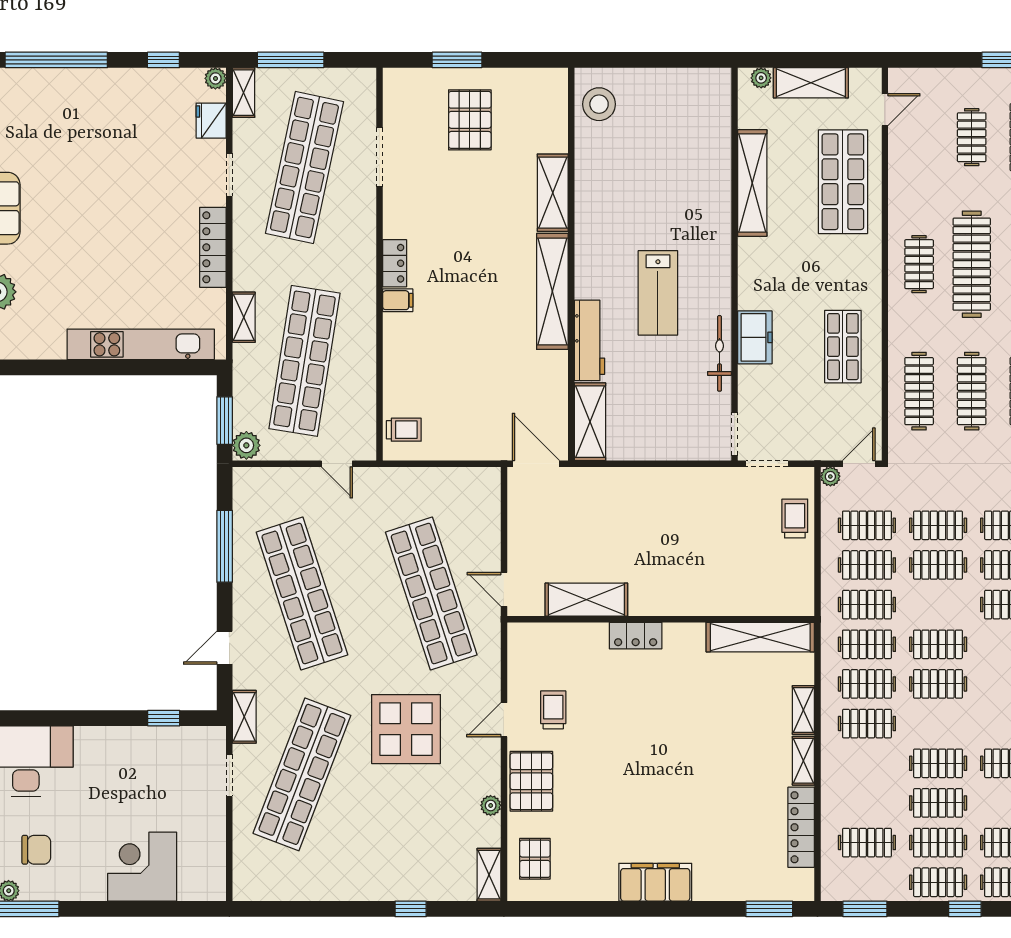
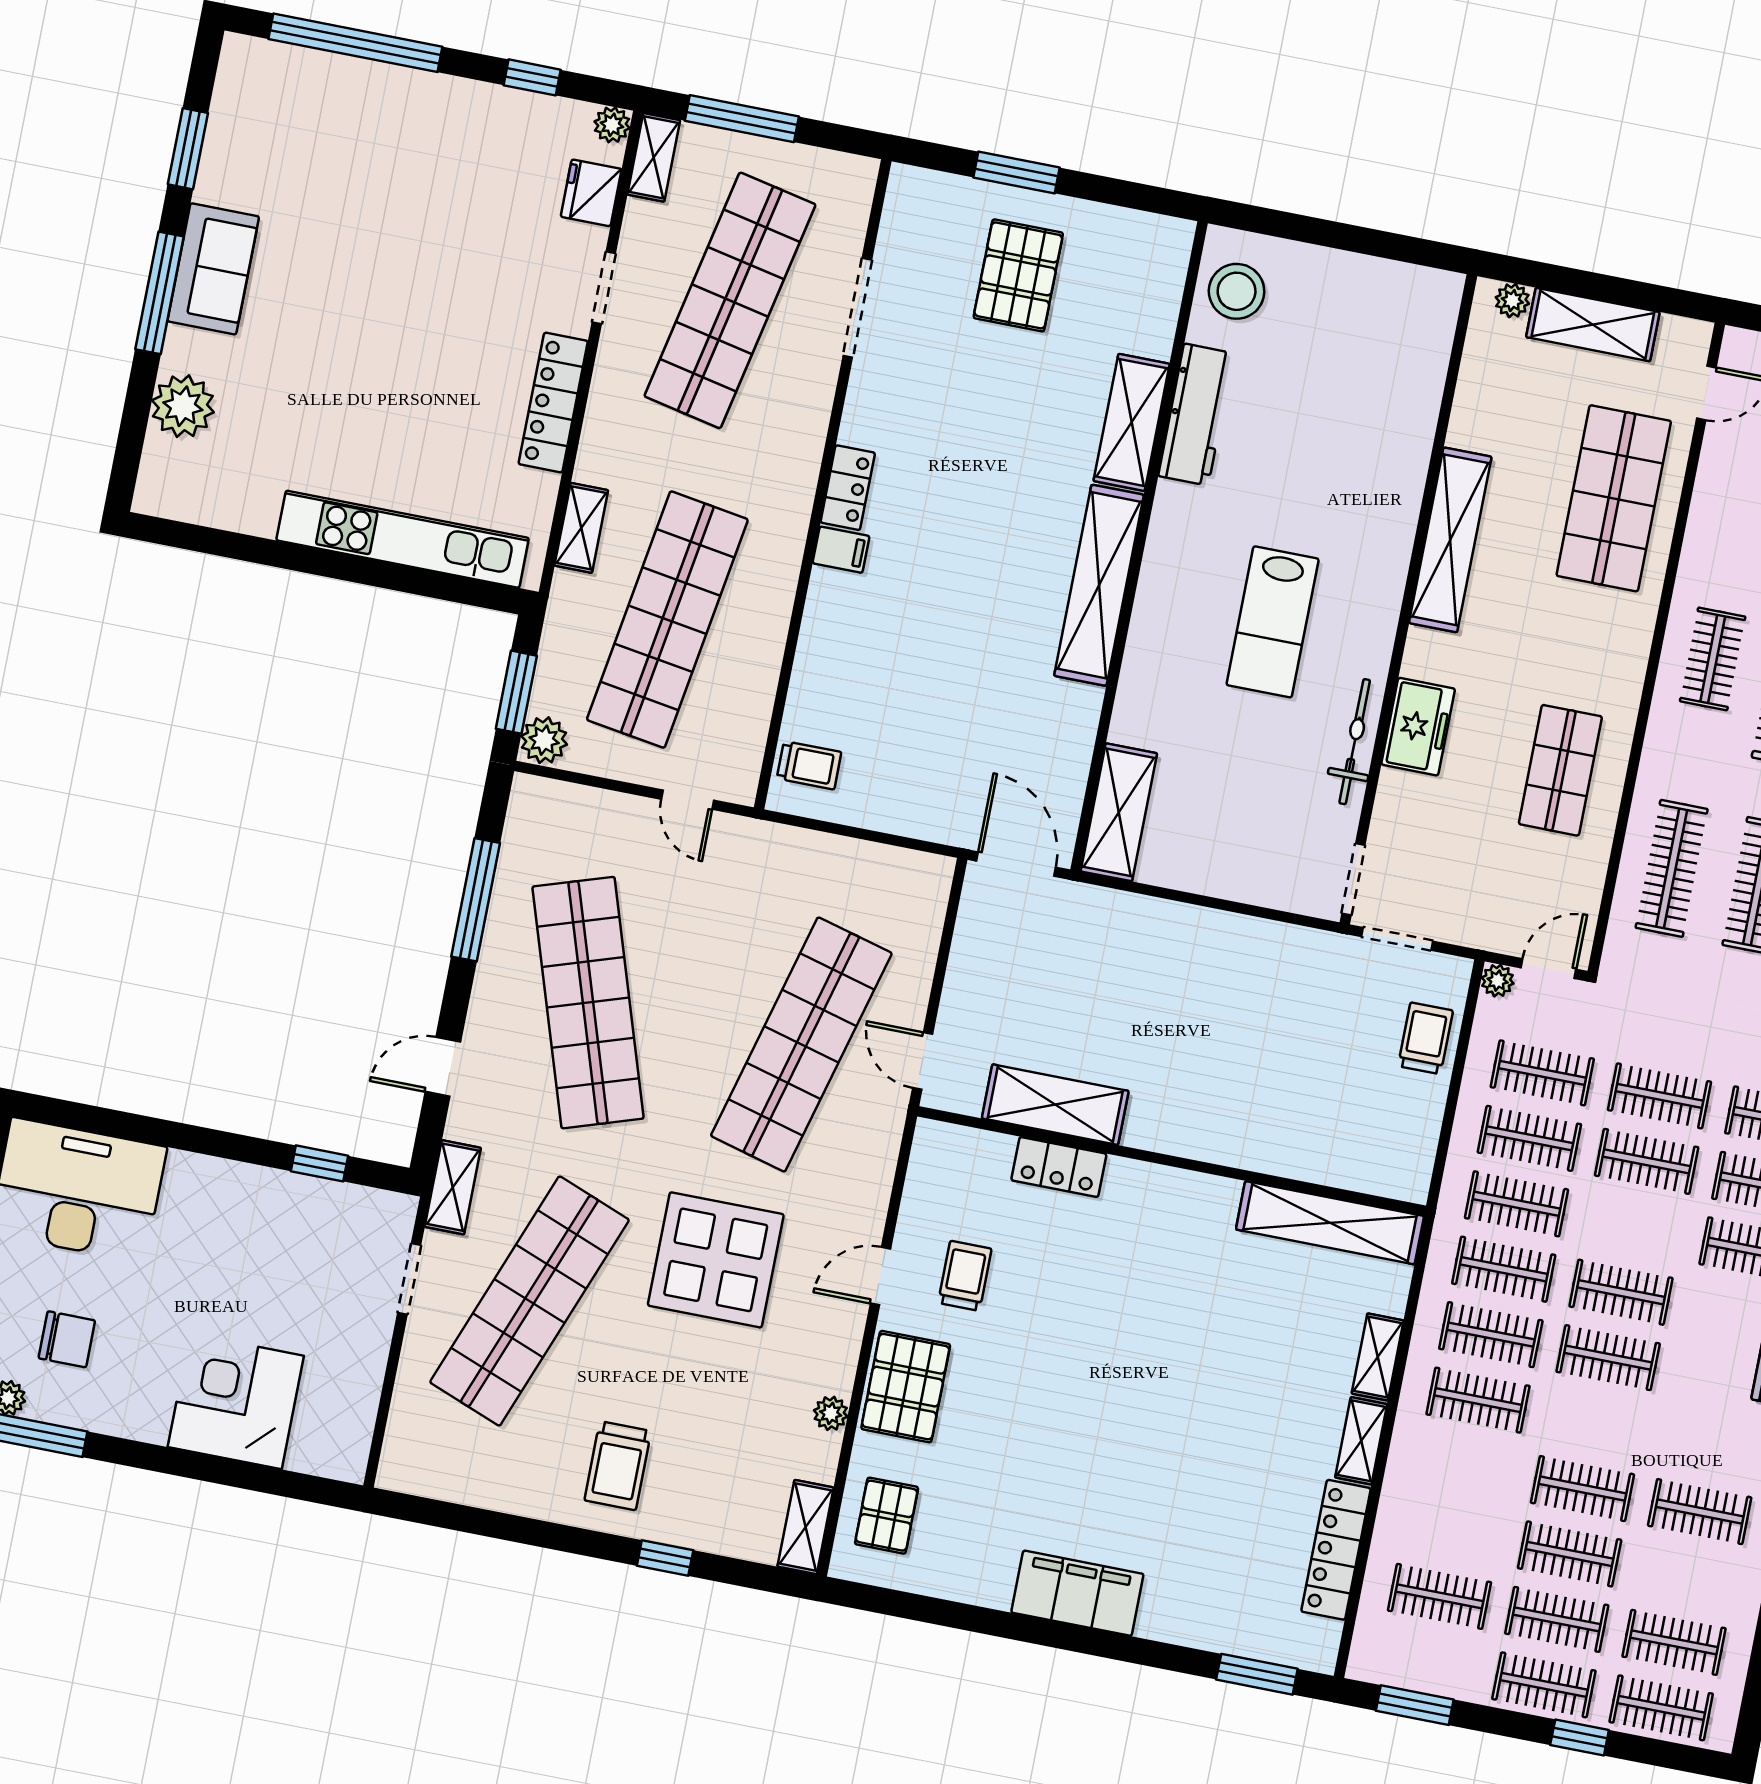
shelving: (752, 183) -> (1450, 540), moved
workbench: (590, 340) -> (1196, 415), moved
shop shelf: (431, 594) -> (801, 1044), turned 33
locker: (636, 636) -> (1059, 1167), moved
trolley: (372, 860) -> (618, 1466), added

